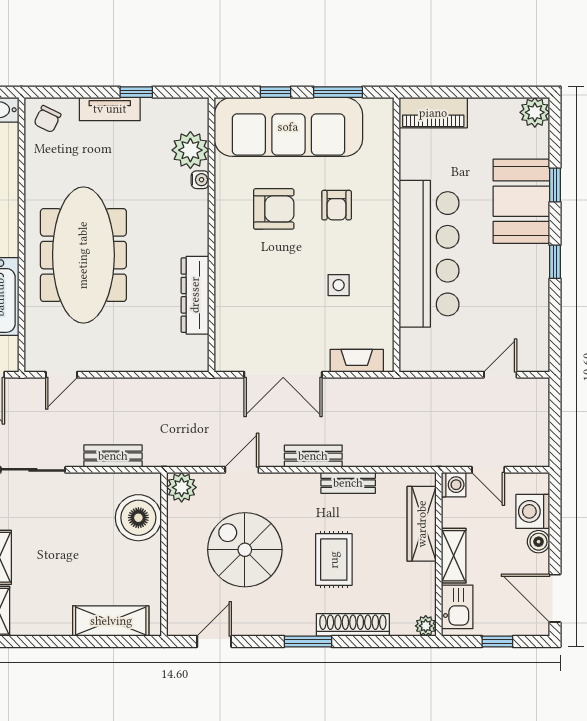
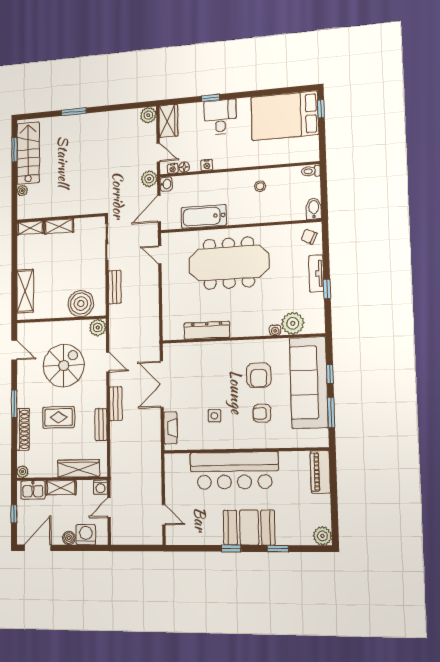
booth: (521, 201) -> (249, 528), moved

